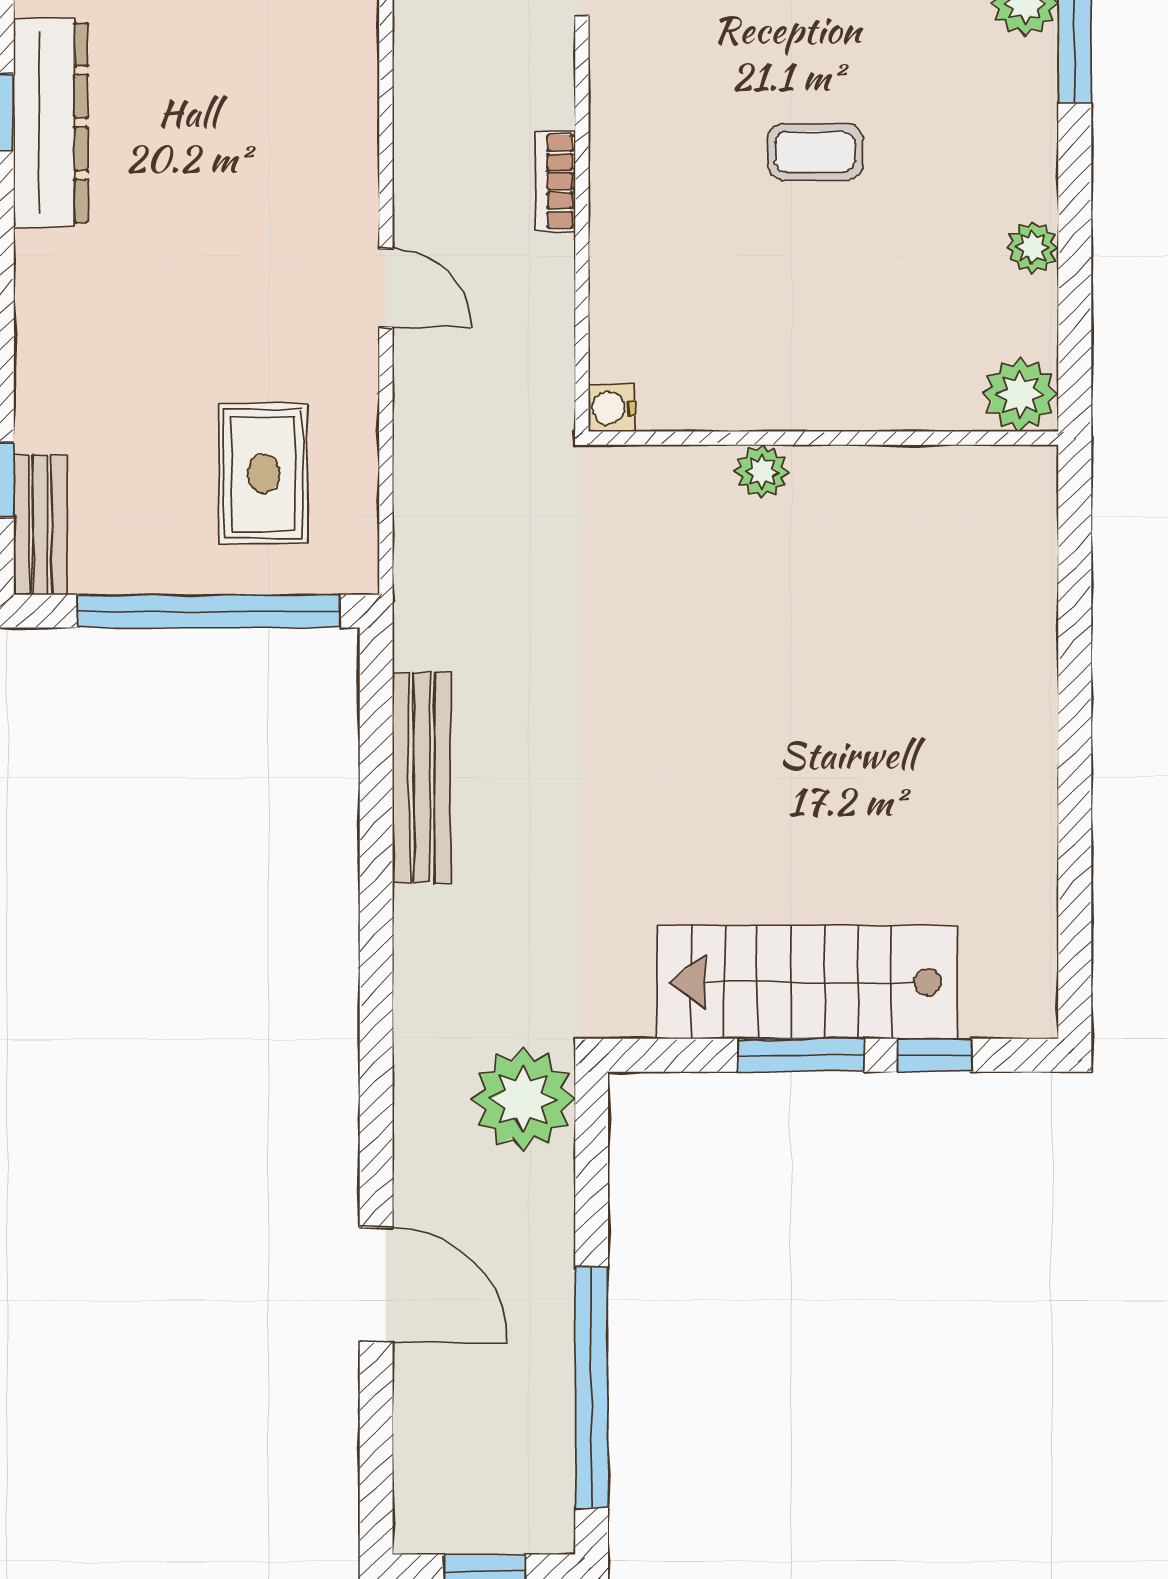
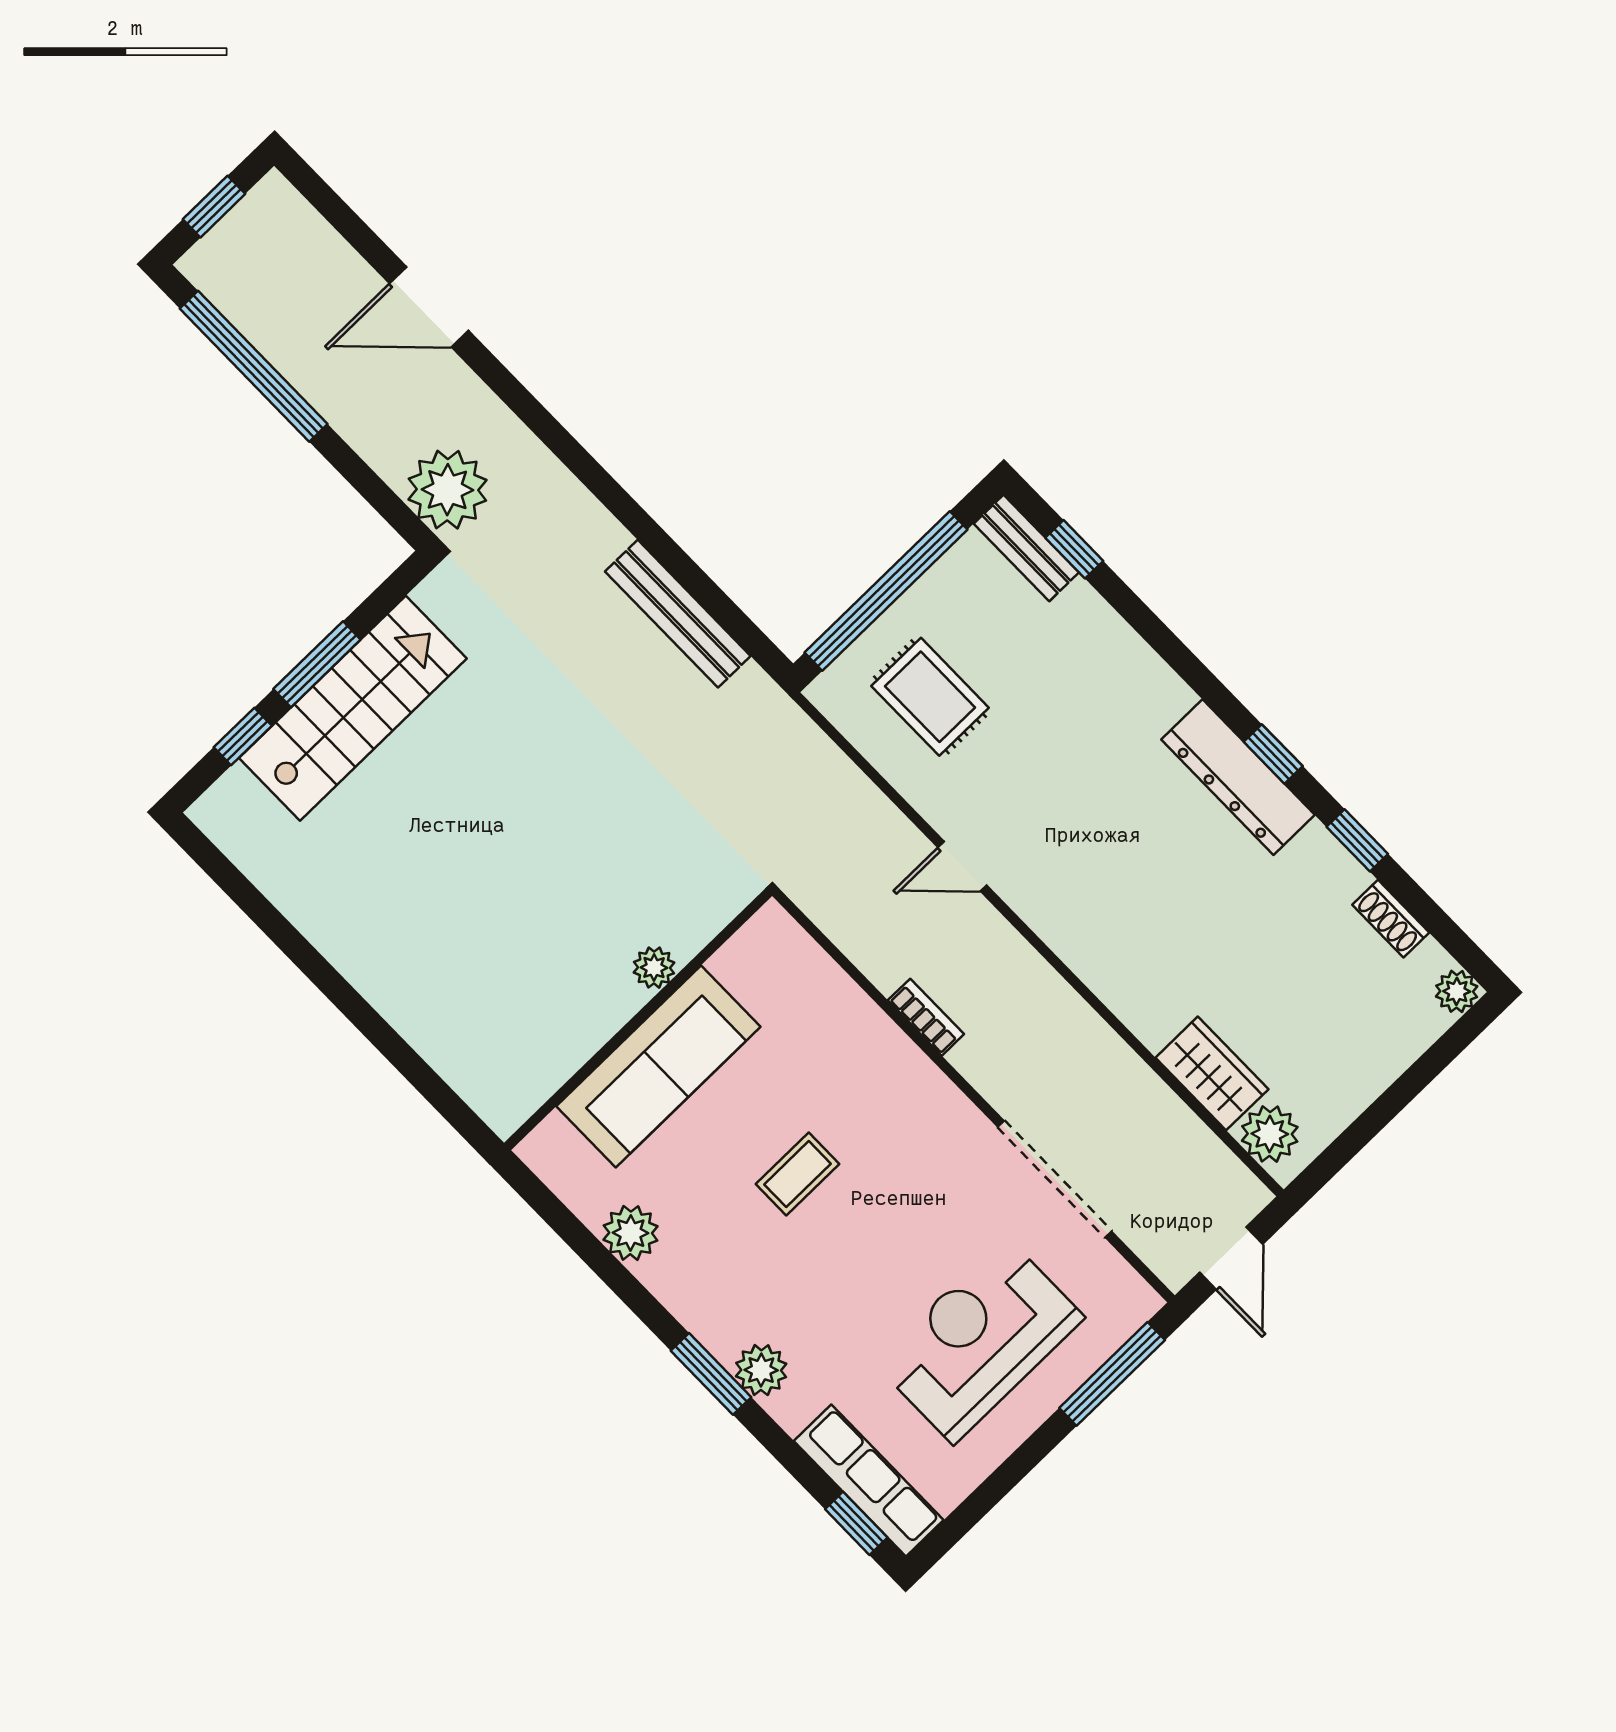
plant: (1032, 247) -> (631, 1233), width x1.38, depth x1.38
sofa: (847, 376) -> (658, 1066), added
plant: (1020, 394) -> (553, 1150), removed
water cooler: (612, 408) -> (772, 922), removed

